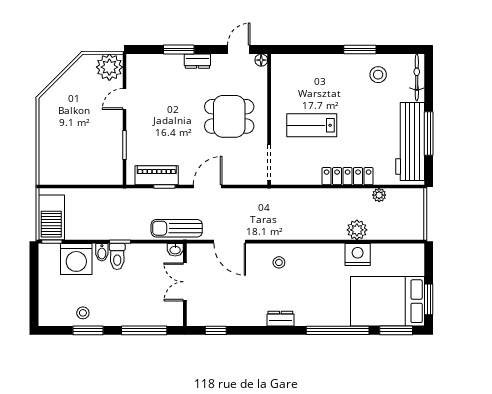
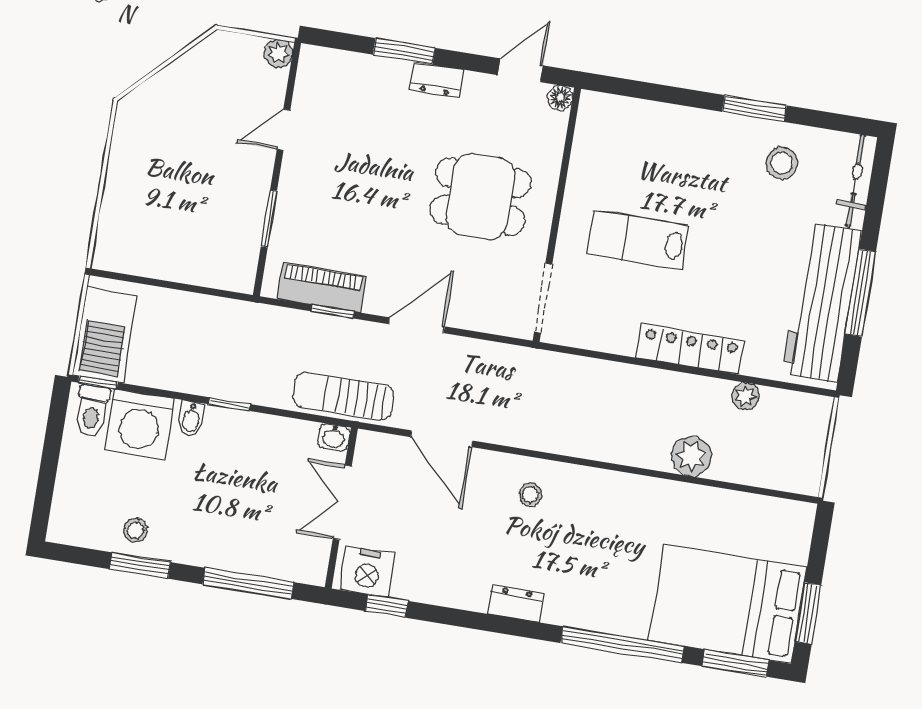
plant: (109, 67) -> (278, 53), width x0.53, depth x0.53
nightstand: (358, 255) -> (367, 572), moved, turned 180
toilet: (117, 256) -> (92, 411), moved

